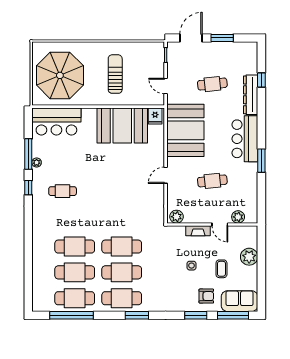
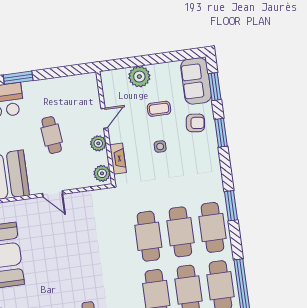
plant: (238, 217) -> (98, 143), moved
fireplace: (198, 231) -> (118, 159), moved
armchair: (206, 296) -> (195, 123), turned 97
window: (233, 315) -> (215, 87), width x0.69

